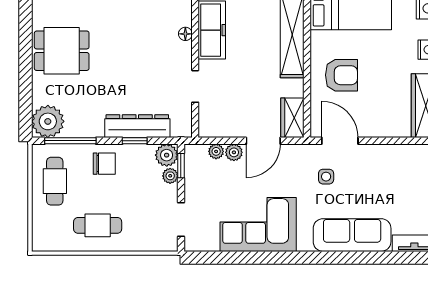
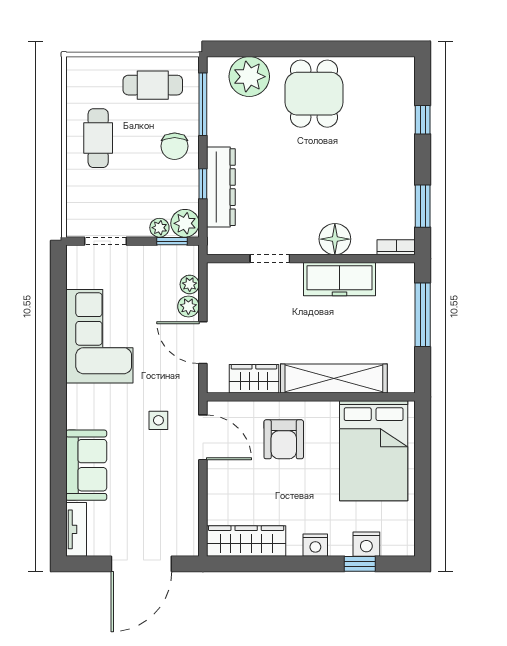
floor lamp: (185, 34) -> (335, 239), width x1.89, depth x1.89
wardrobe: (292, 118) -> (254, 379), moved
plant: (48, 121) -> (249, 77), moved
door: (340, 141) -> (203, 437), hinge flipped
sofa: (352, 235) -> (86, 465), width x0.73

